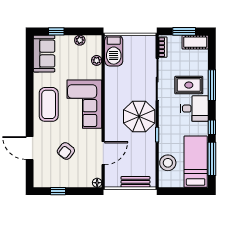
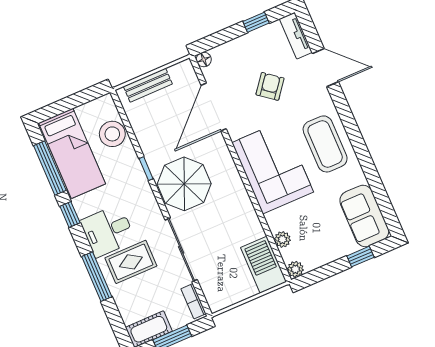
plant: (80, 40) -> (295, 269), moved
door: (103, 153) -> (214, 107), width x1.36
tv unit: (39, 174) -> (296, 36), added

